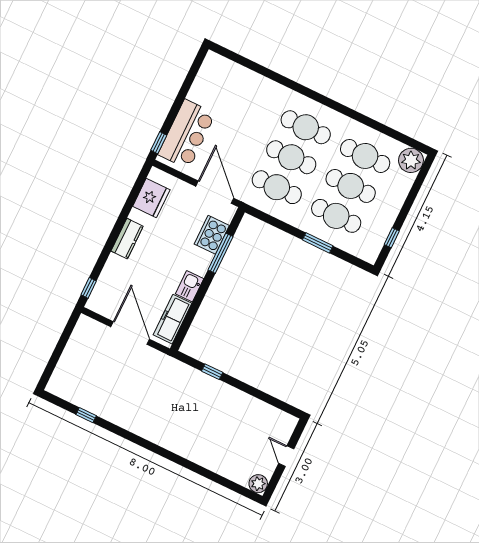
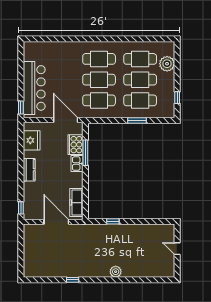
bar counter: (187, 134) -> (34, 88), width x1.36
plant: (411, 160) -> (167, 64), moved
kitchen sink: (190, 286) -> (77, 164), moved
window: (86, 415) -> (73, 280), moved
plant: (258, 484) -> (116, 272), moved

